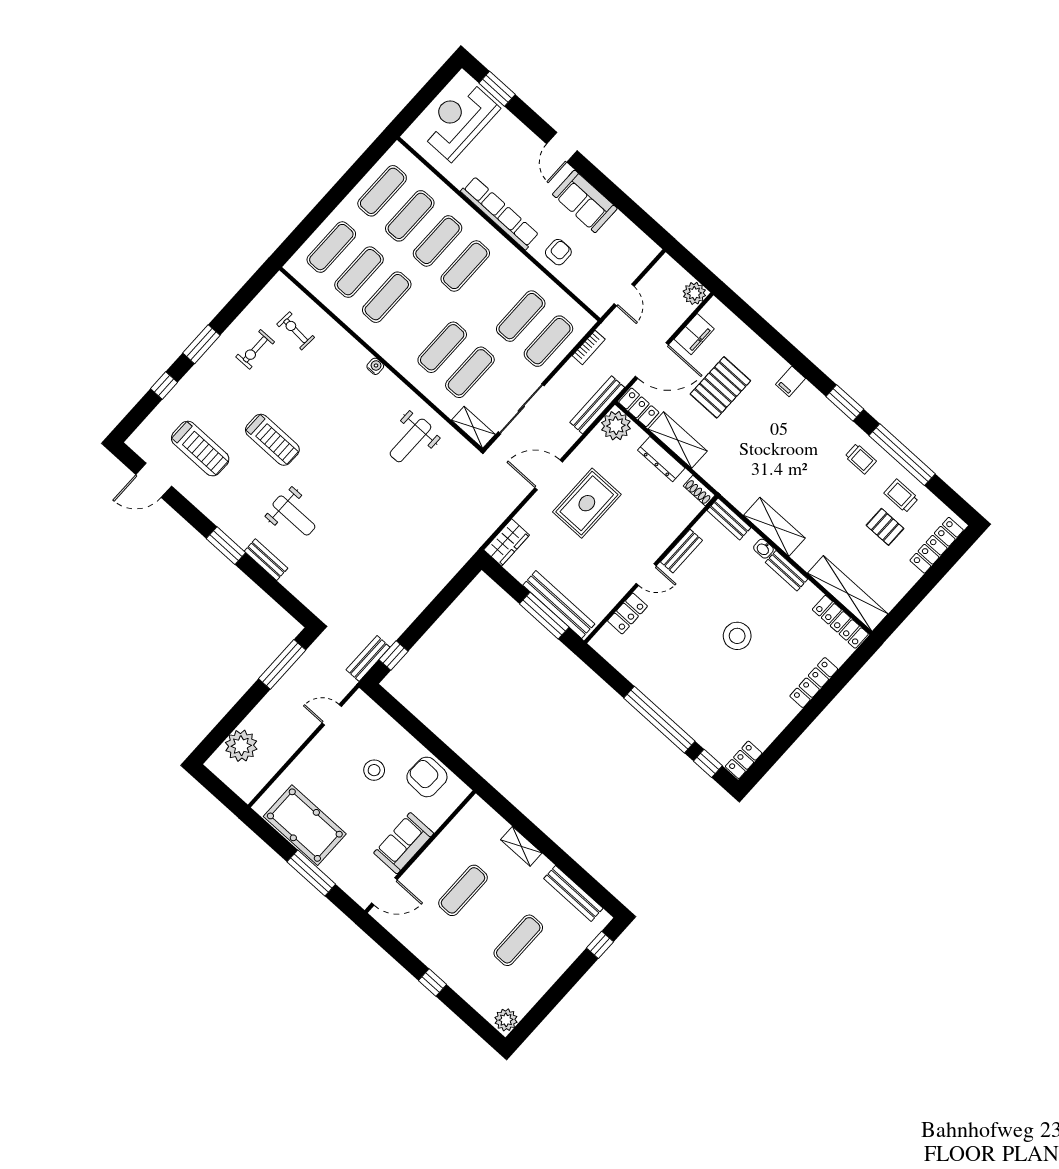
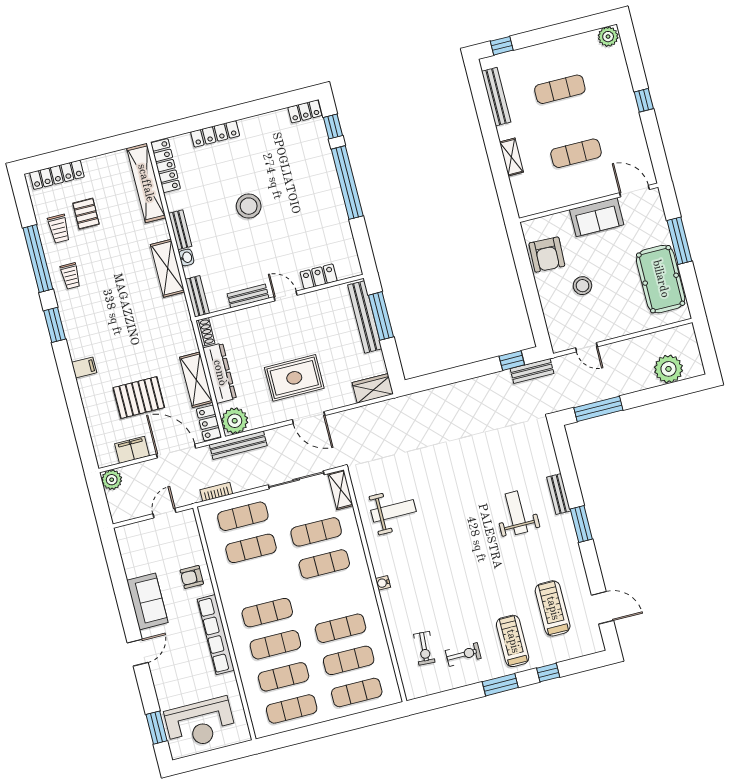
treadmill: (272, 440) -> (513, 641), moved
dresser: (661, 459) -> (220, 373), width x1.37, depth x1.24
trolley: (861, 459) -> (70, 276), turned 180

